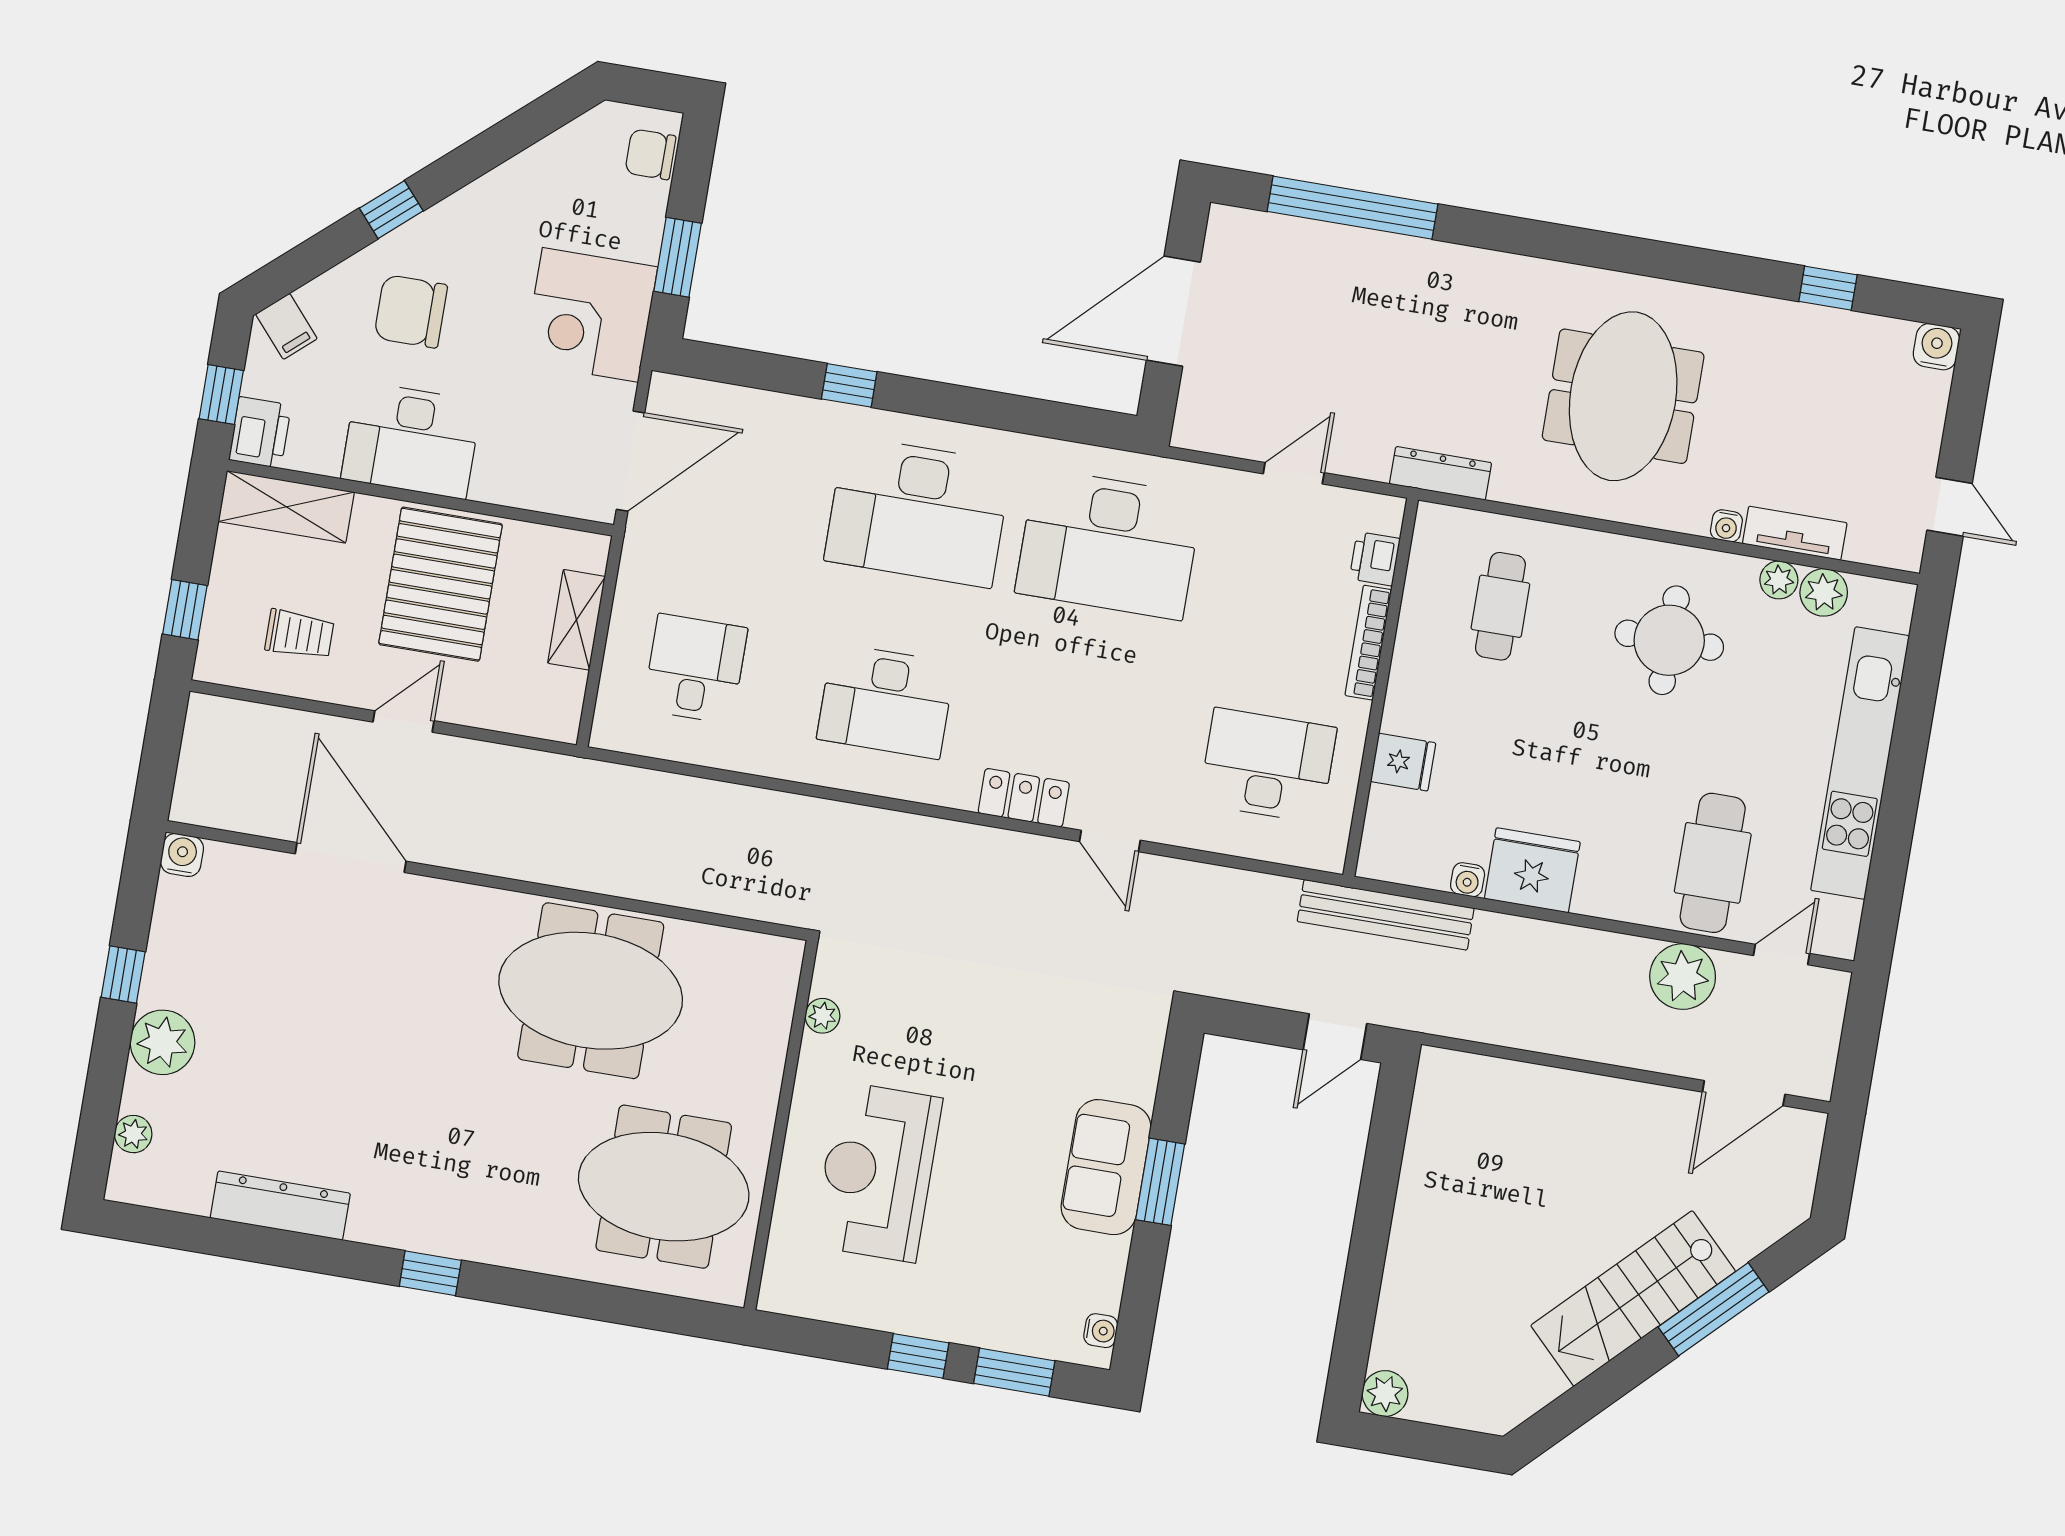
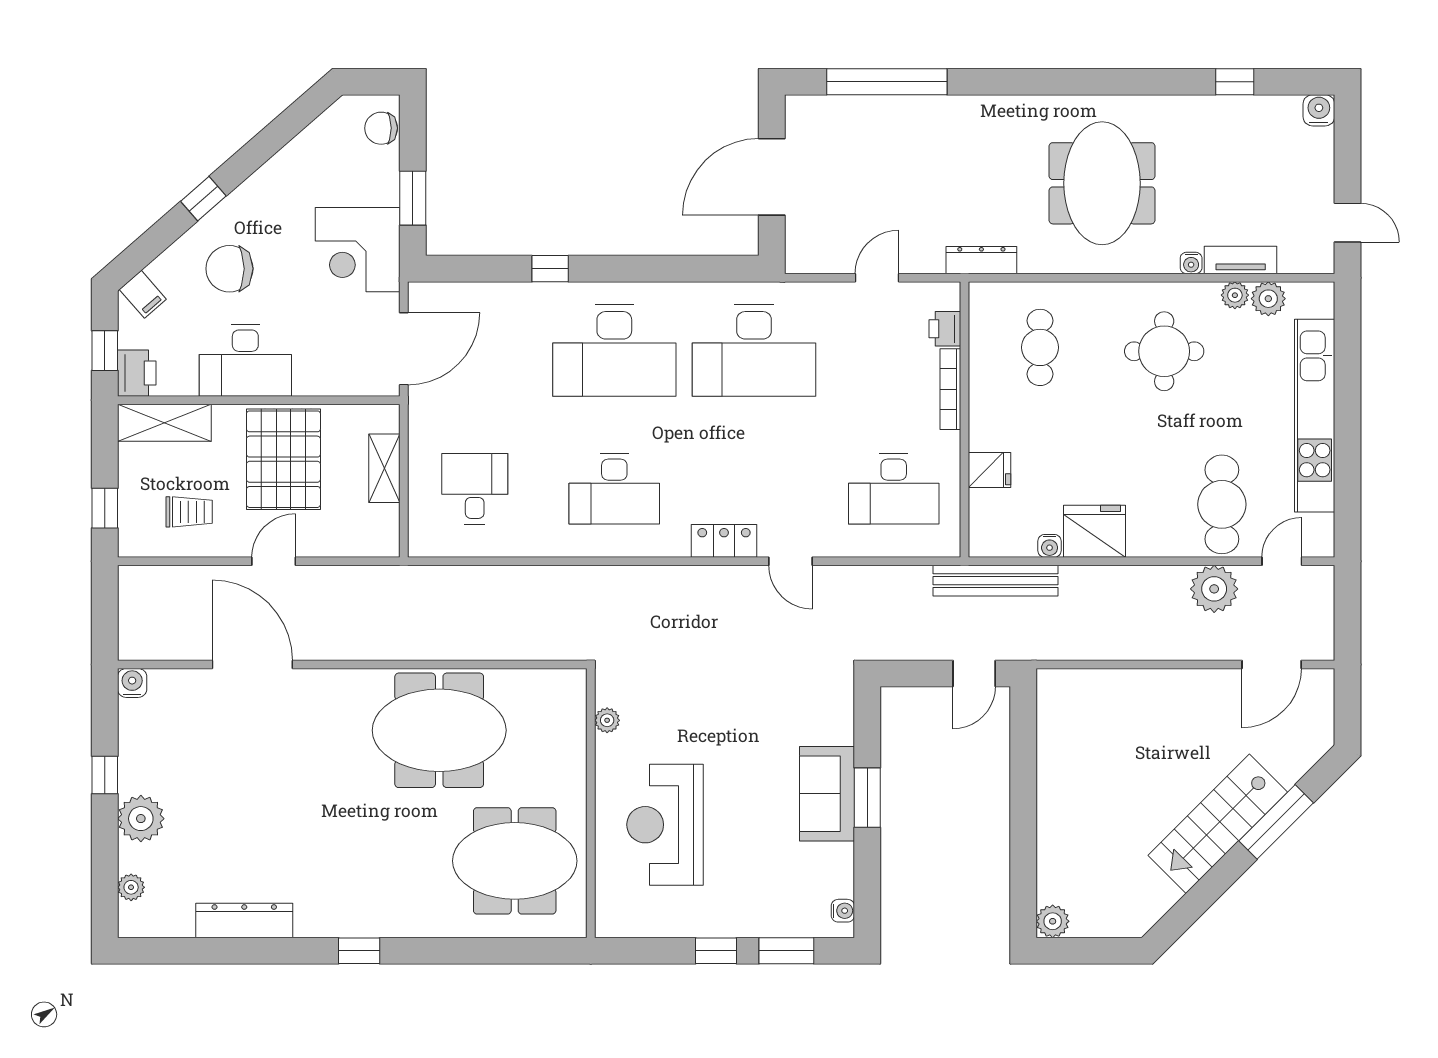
desk: (1268, 766) -> (894, 489), turned 180

